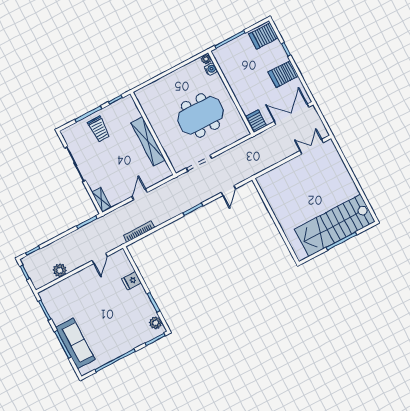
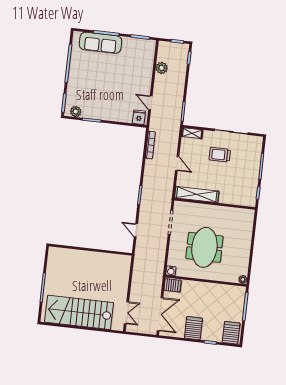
water cooler: (211, 69) -> (171, 271), moved
trolley: (99, 129) -> (220, 155), moved
shelving: (148, 141) -> (197, 194), moved
stairs: (335, 225) -> (79, 312), moved, turned -90
fridge: (132, 281) -> (139, 117), moved

